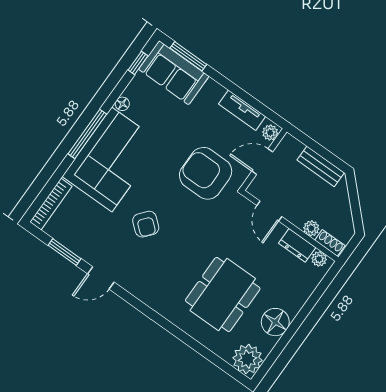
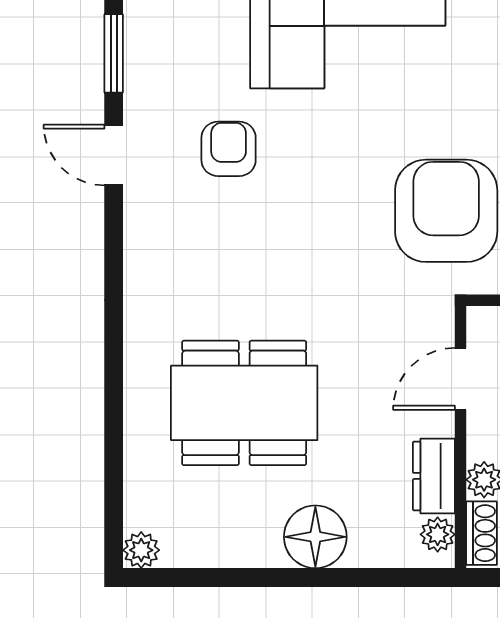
armchair: (146, 224) -> (229, 149), moved, turned 140
floor lamp: (275, 322) -> (315, 537), moved
plant: (247, 359) -> (141, 550), width x0.53, depth x0.53

